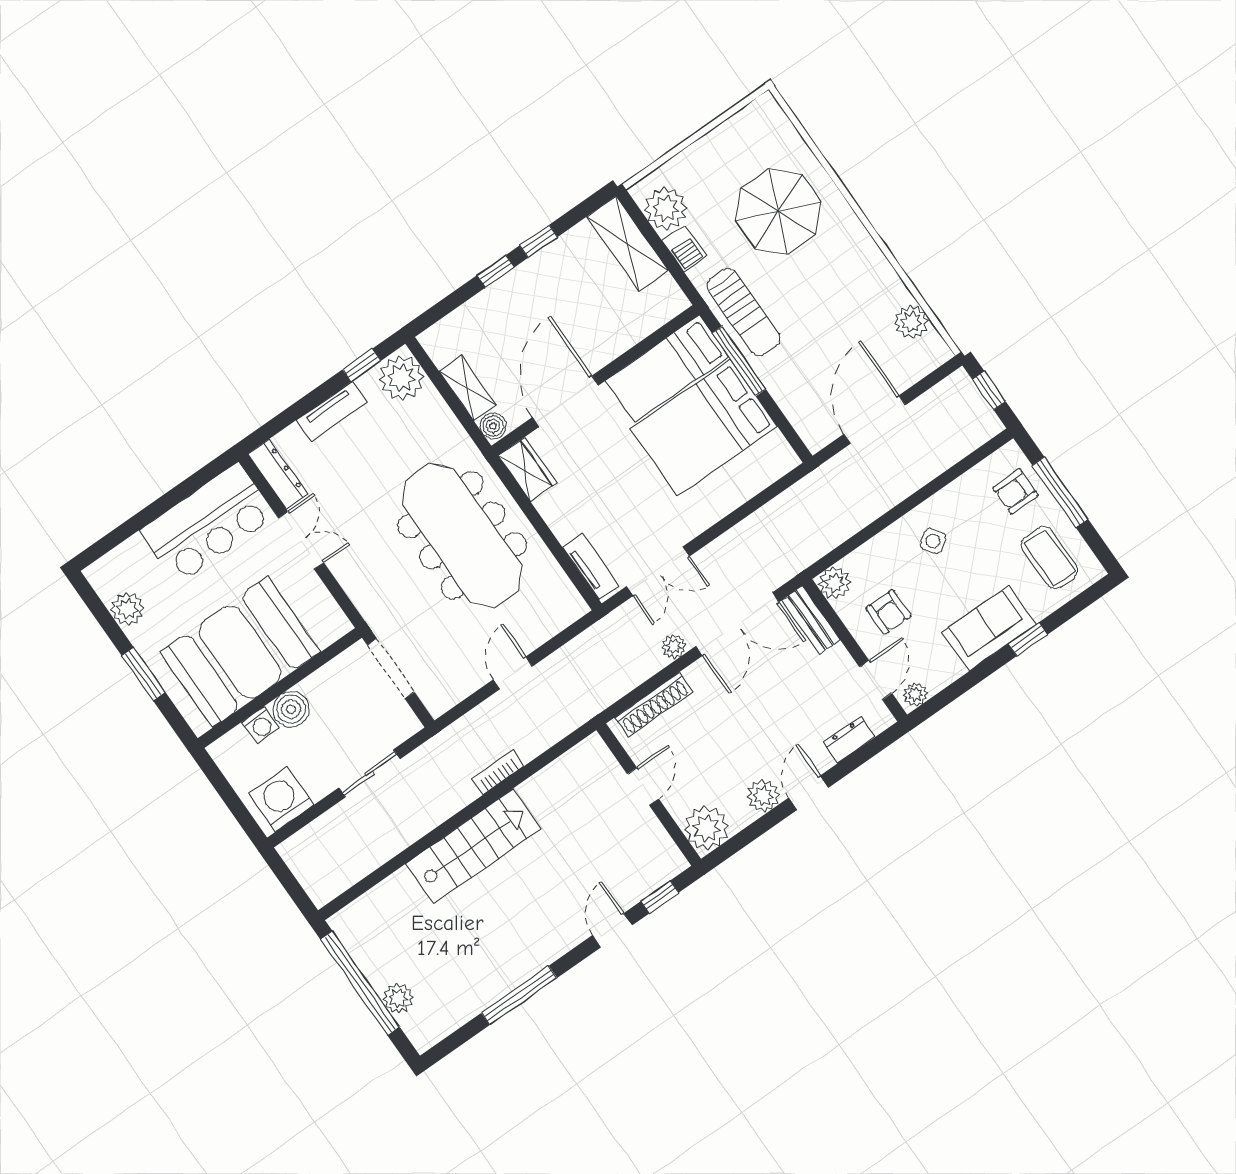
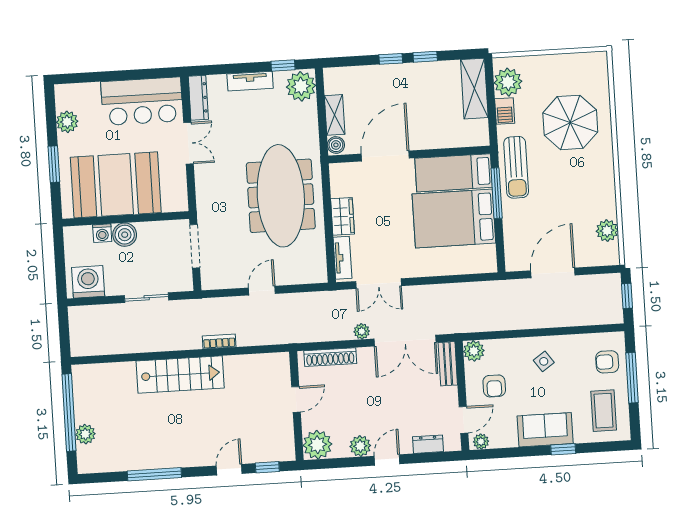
wardrobe: (527, 469) -> (343, 216), moved

